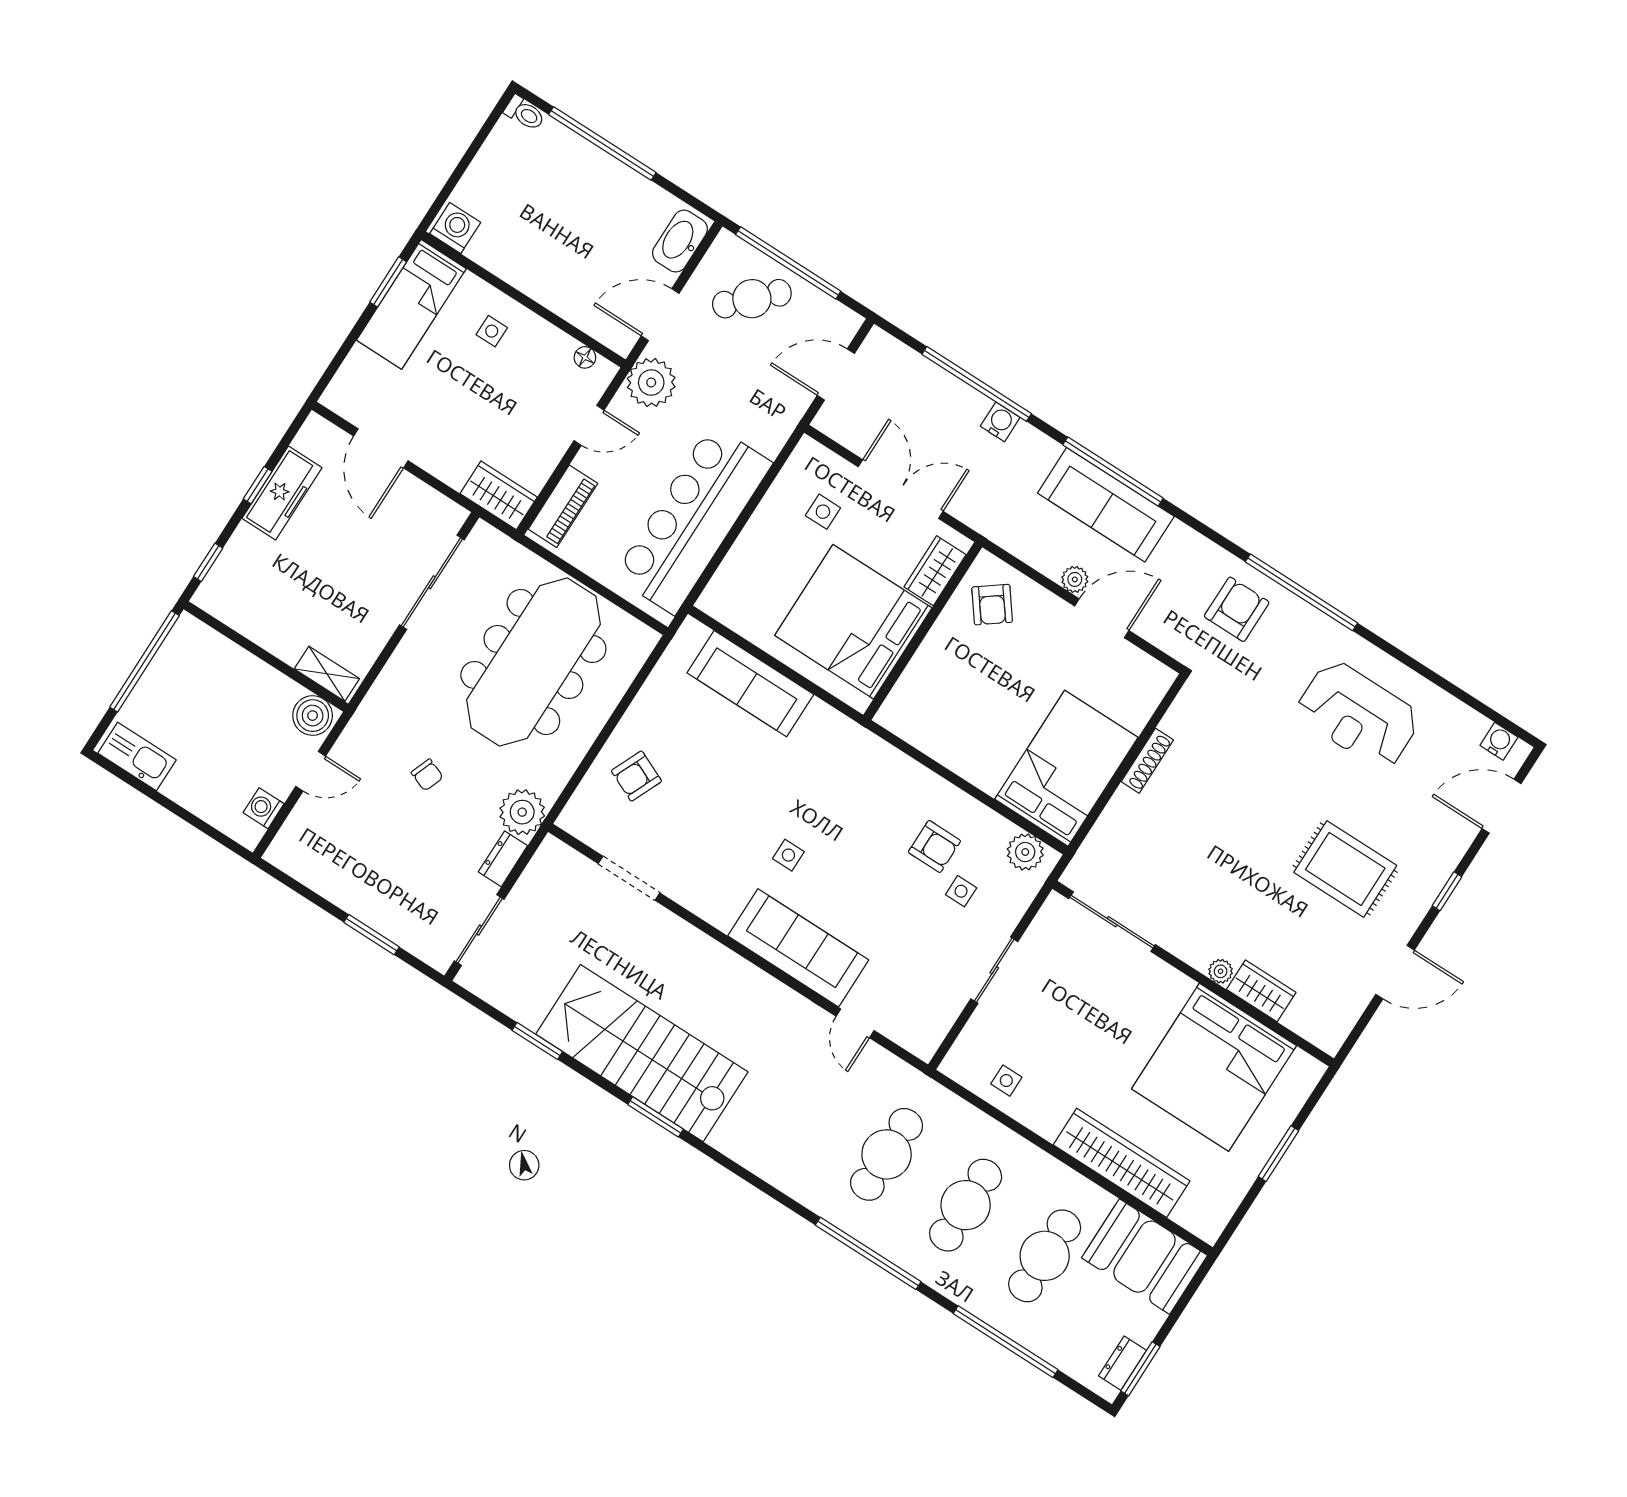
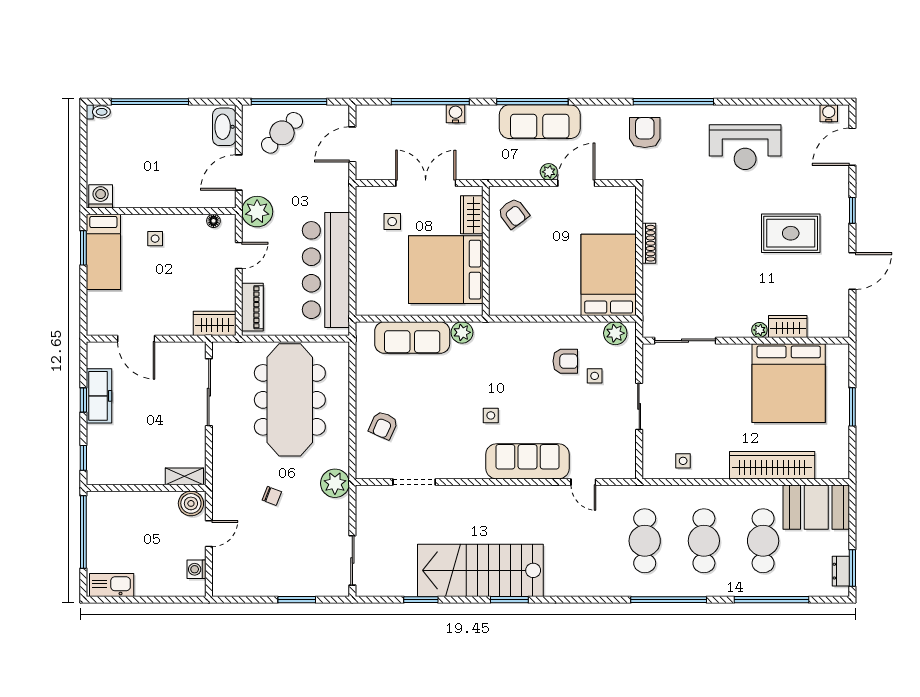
plant: (821, 720) -> (462, 332), added
dresser: (503, 859) -> (341, 515), removed

